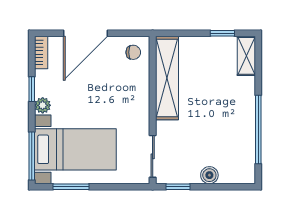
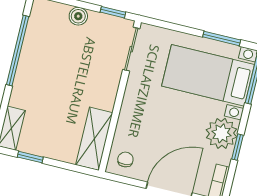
chair: (133, 52) -> (125, 159), turned 84
shelving: (167, 78) -> (94, 139), width x0.68
plant: (43, 105) -> (221, 133), width x1.88, depth x1.88

